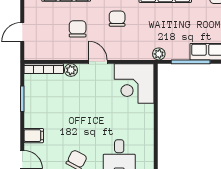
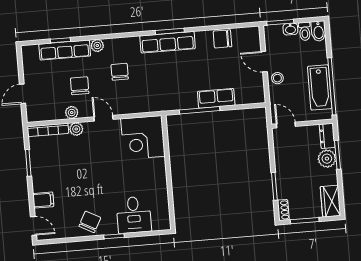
plant: (159, 54) -> (72, 113), moved

